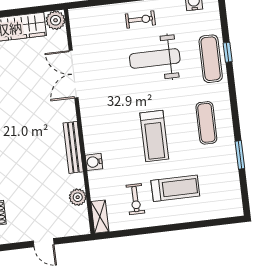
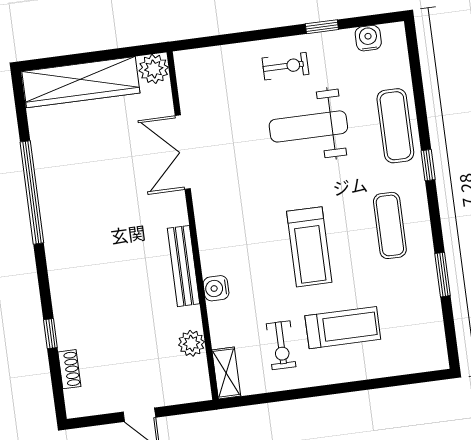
window: (228, 52) -> (428, 165), moved

